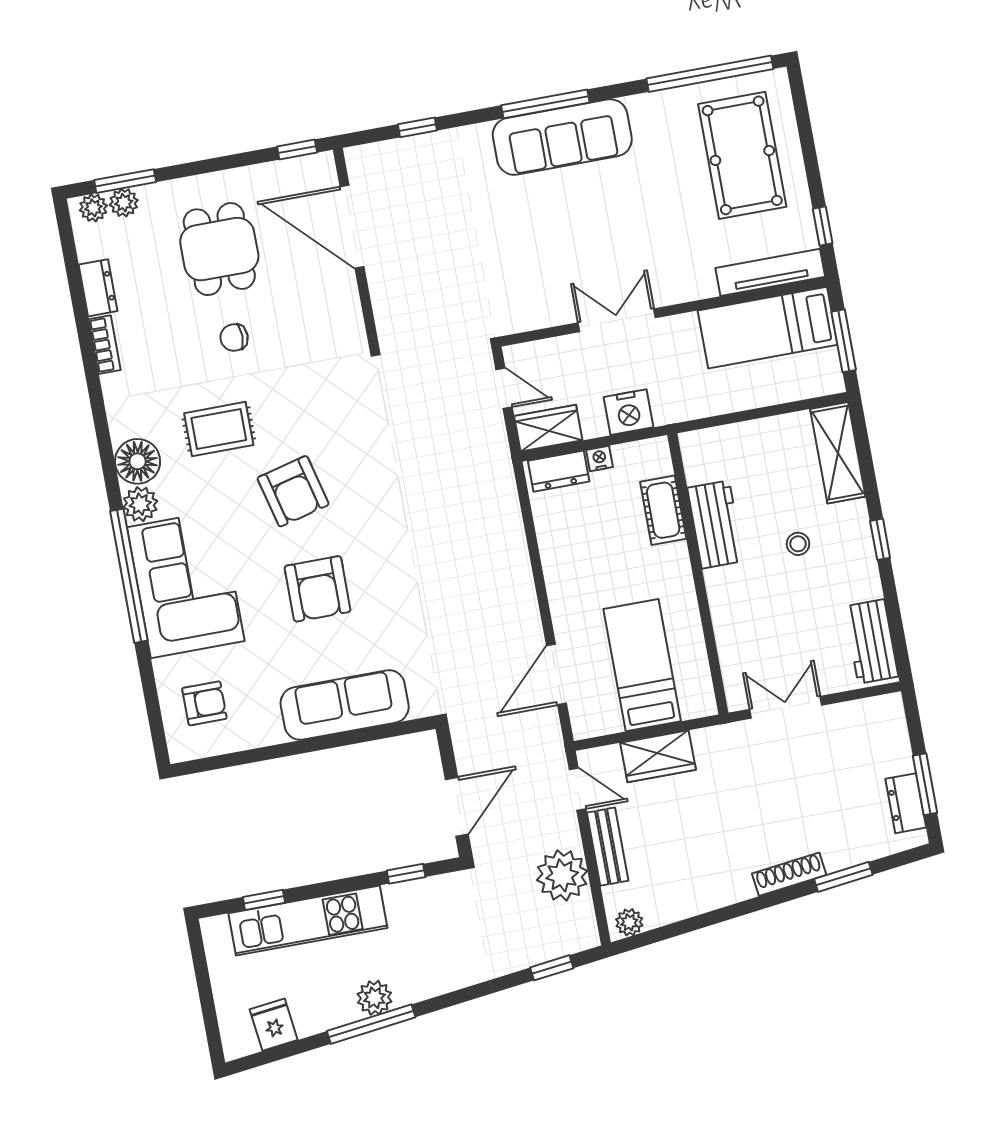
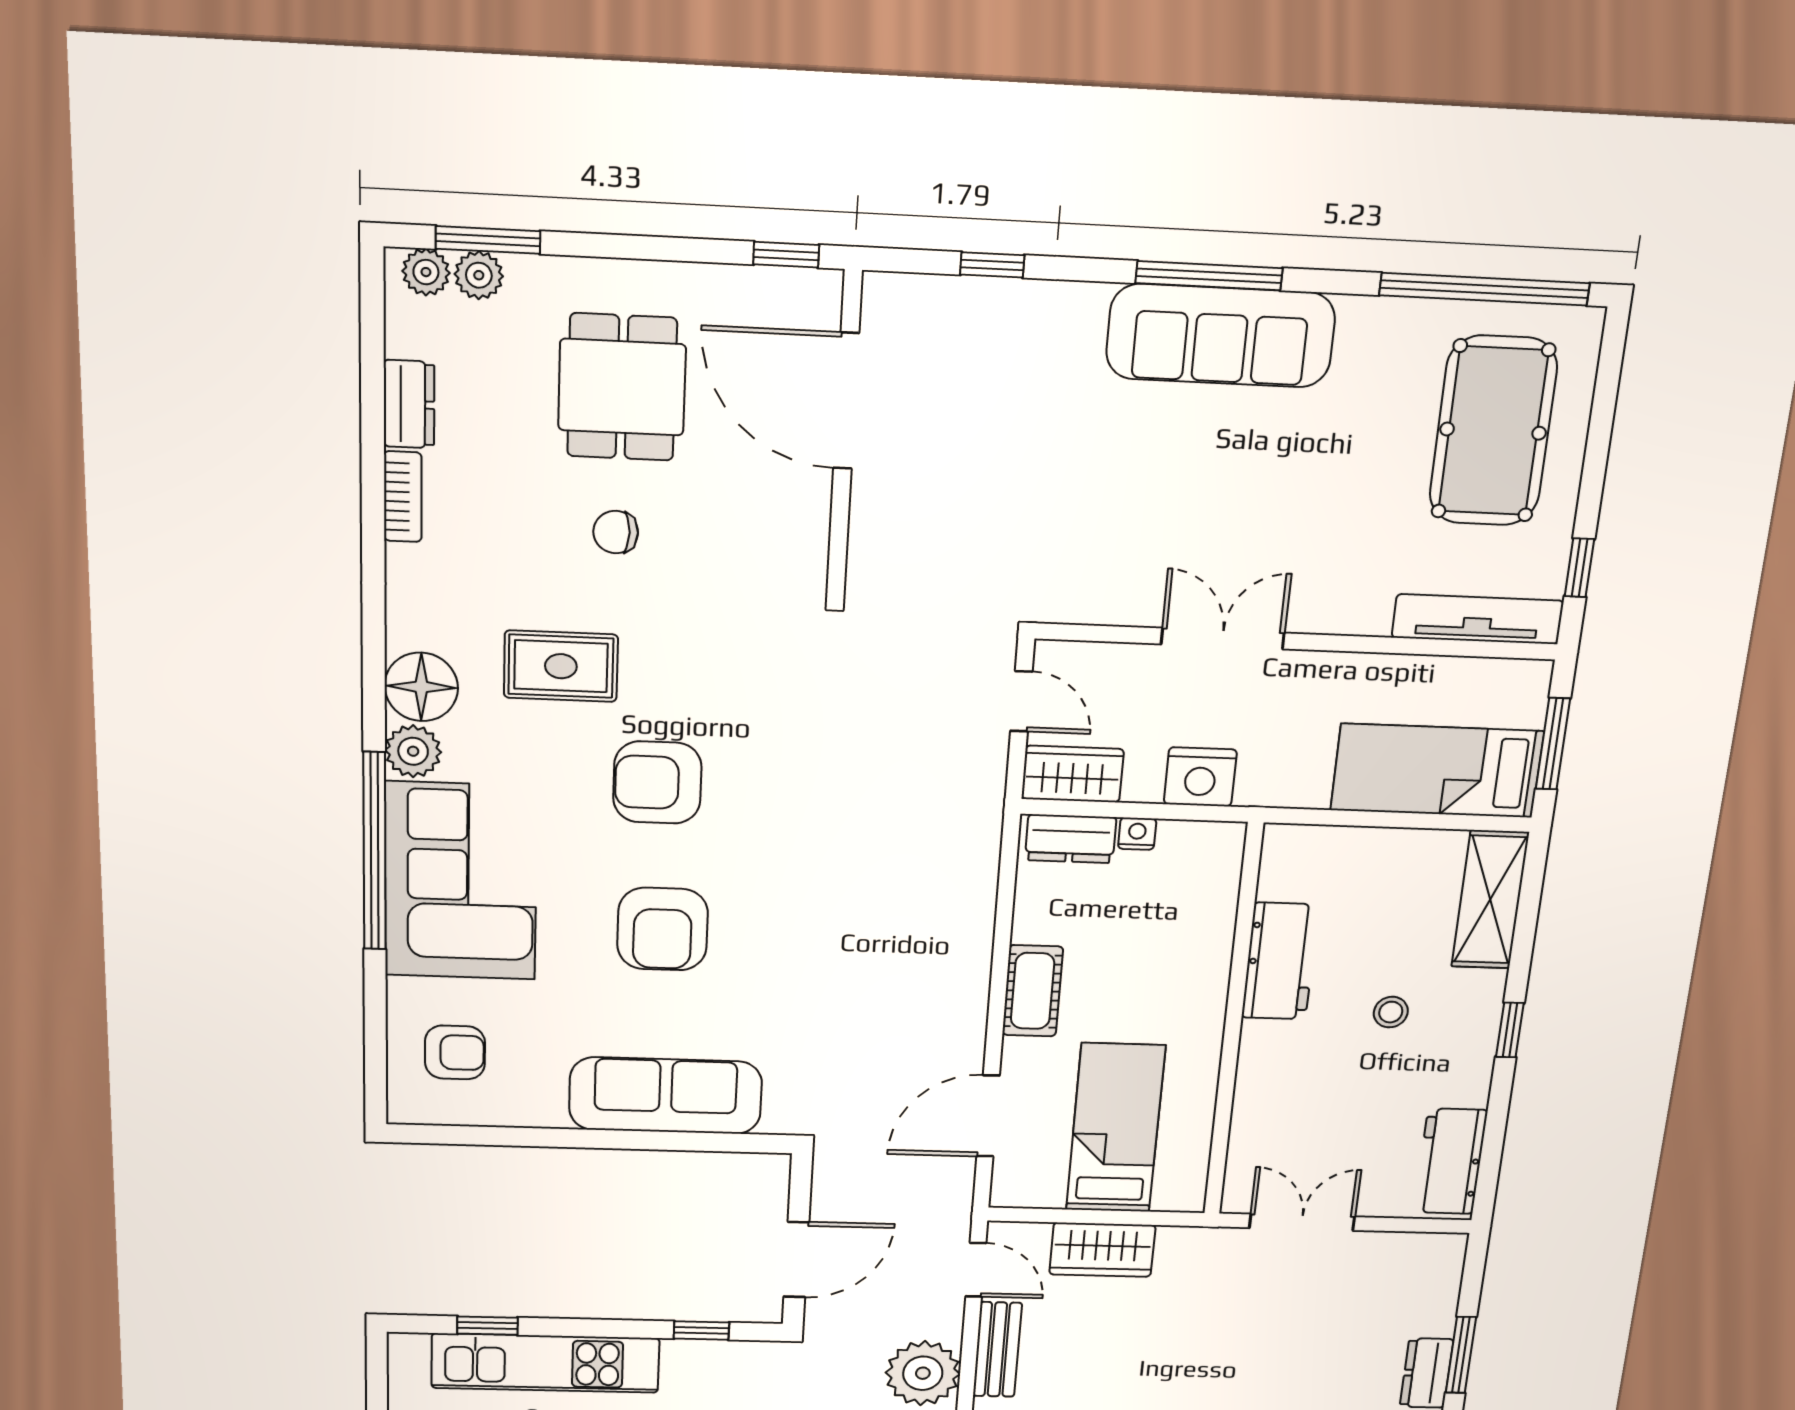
bed: (768, 328) -> (1437, 771), moved
armchair: (293, 491) -> (657, 782), turned 104
cot: (663, 510) -> (1033, 991), moved

